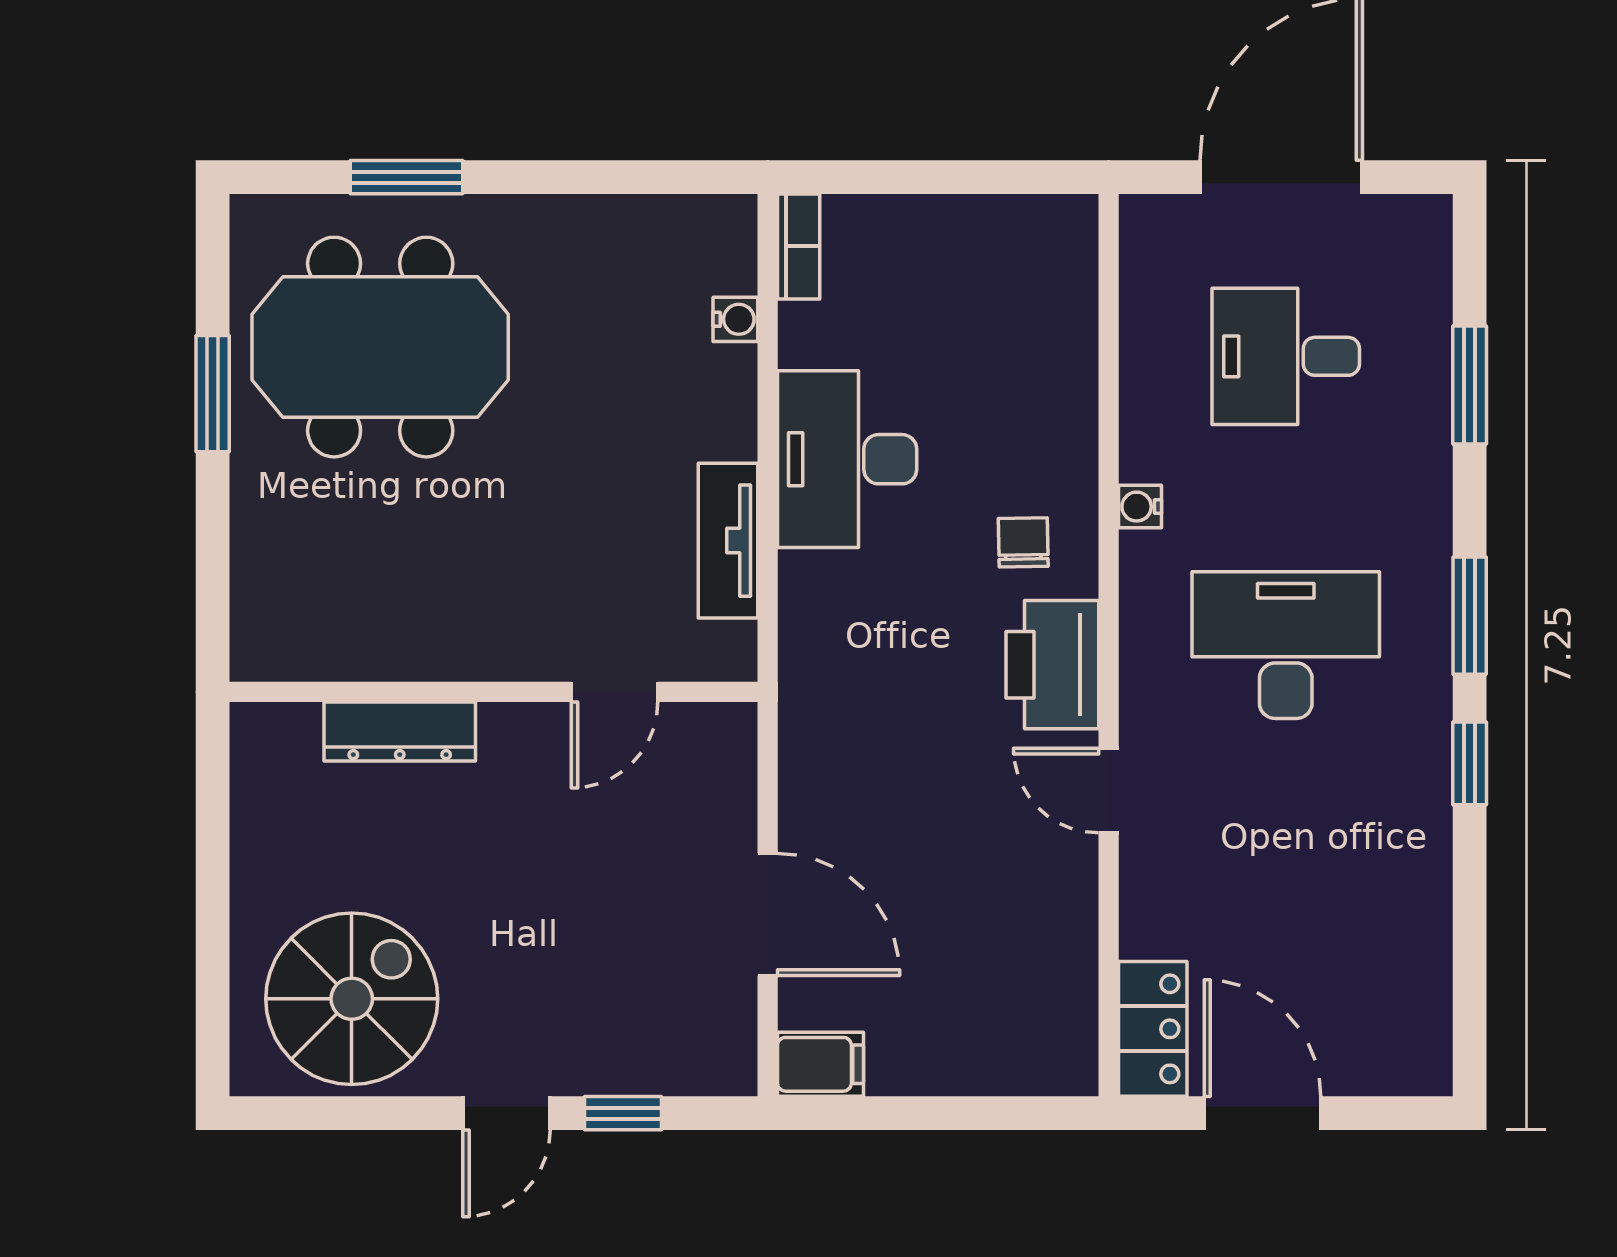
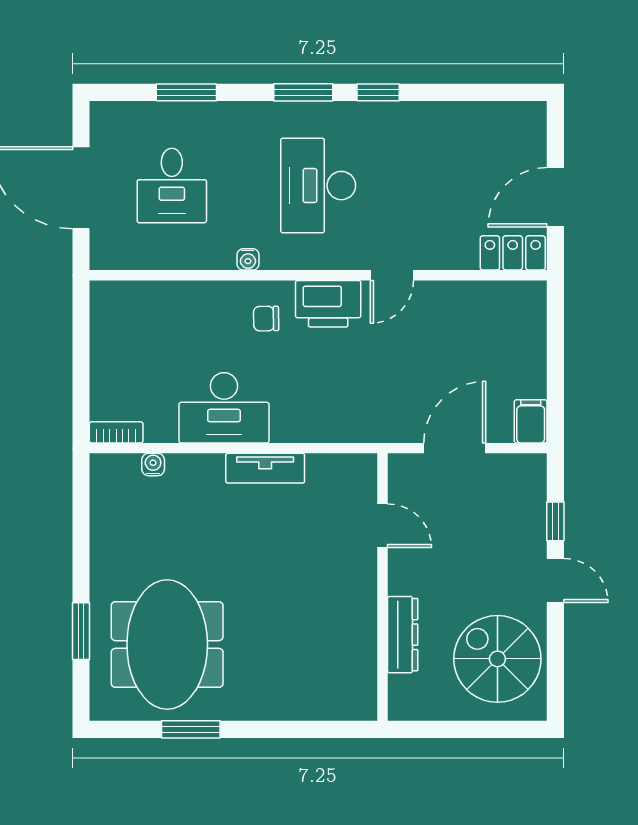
wall: (493, 692) -> (383, 587), moved
door: (615, 692) -> (383, 526), moved
dresser: (400, 732) -> (403, 635), moved

